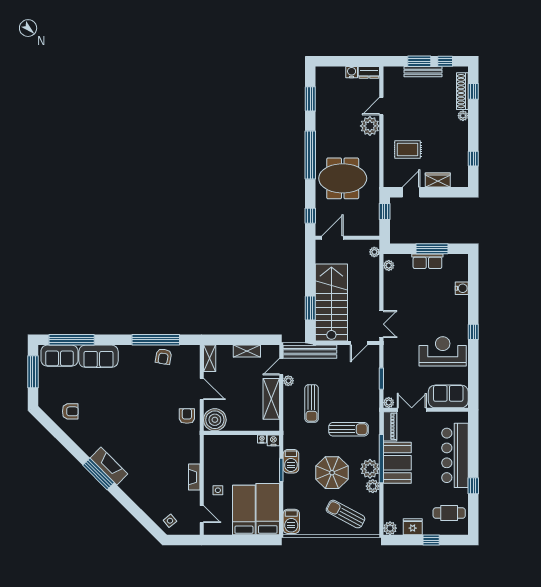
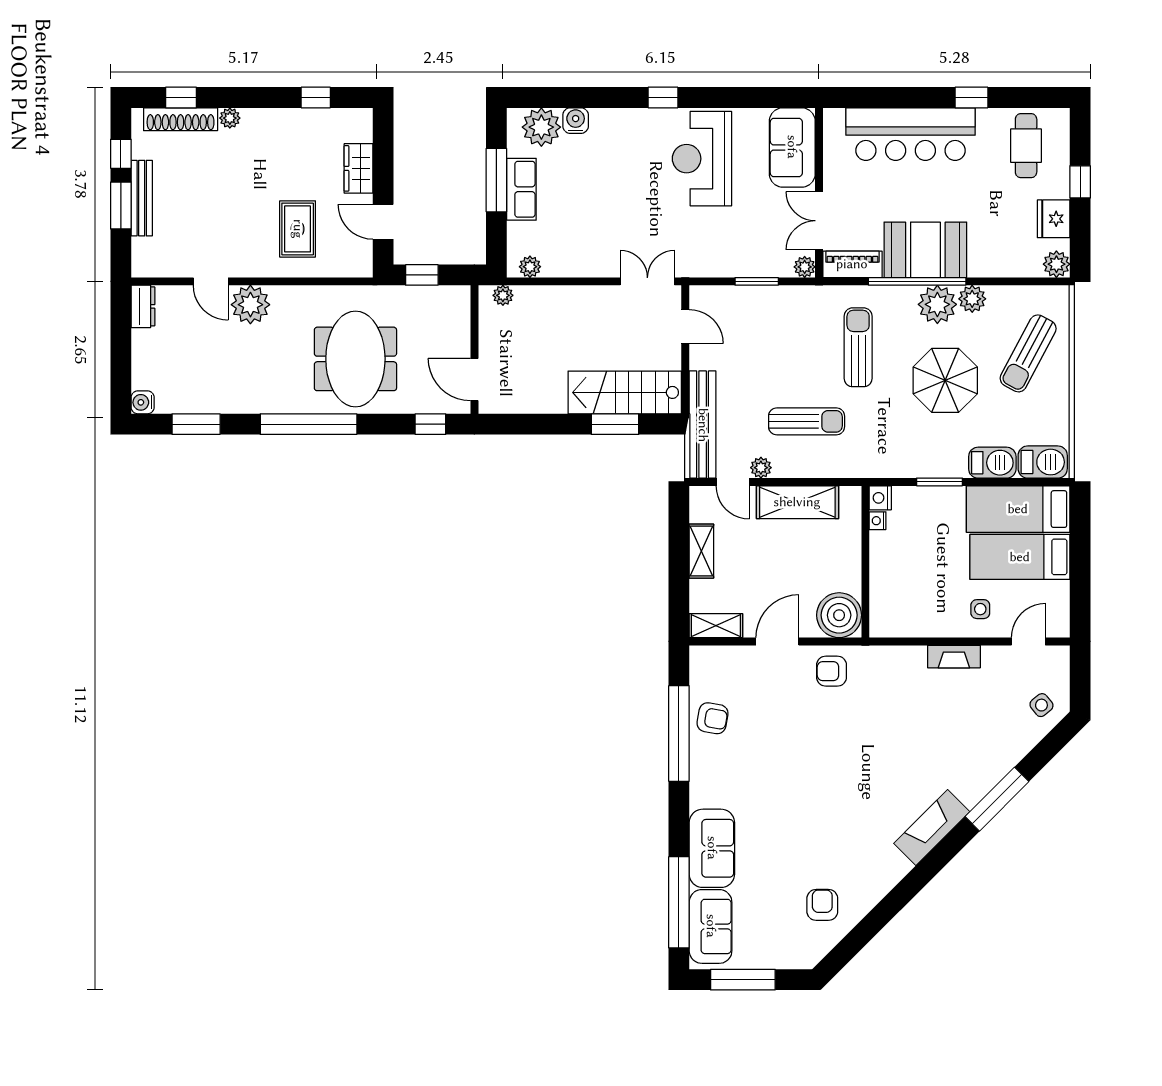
water cooler: (352, 72) -> (143, 402), moved
plant: (458, 271) -> (541, 127), added
stairs: (331, 302) -> (625, 392), width x0.73, depth x0.66
barbecue: (291, 461) -> (992, 463), moved
window: (98, 474) -> (997, 799), moved

